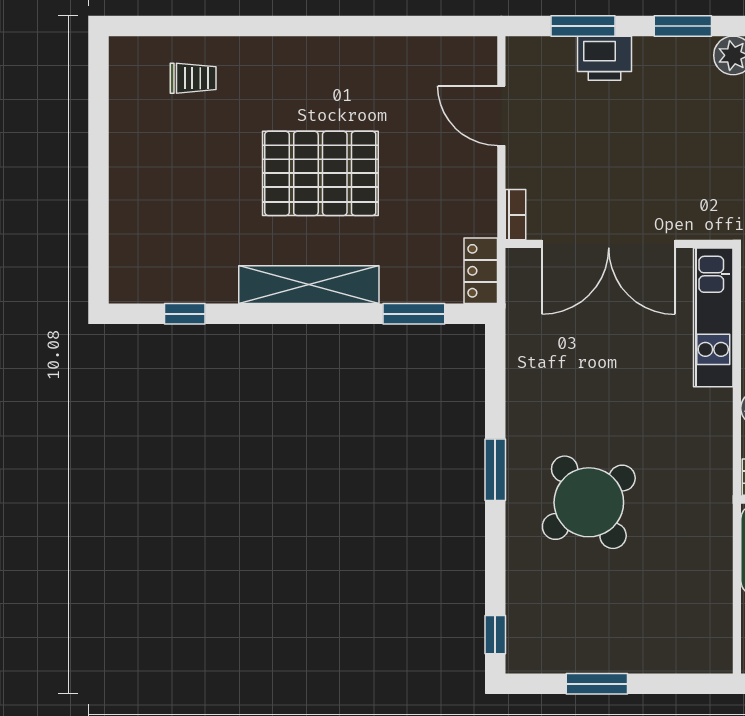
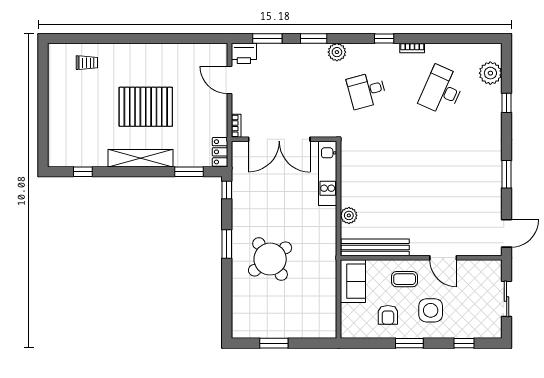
printer: (604, 58) -> (244, 53), moved
window: (495, 635) -> (227, 190), moved

